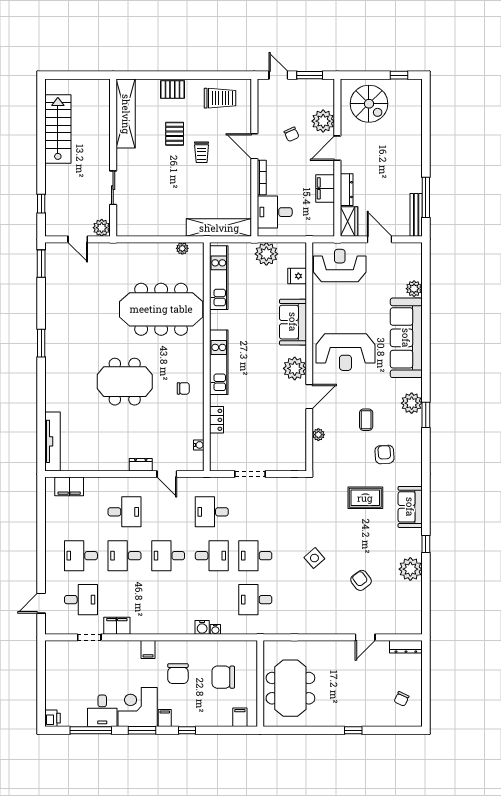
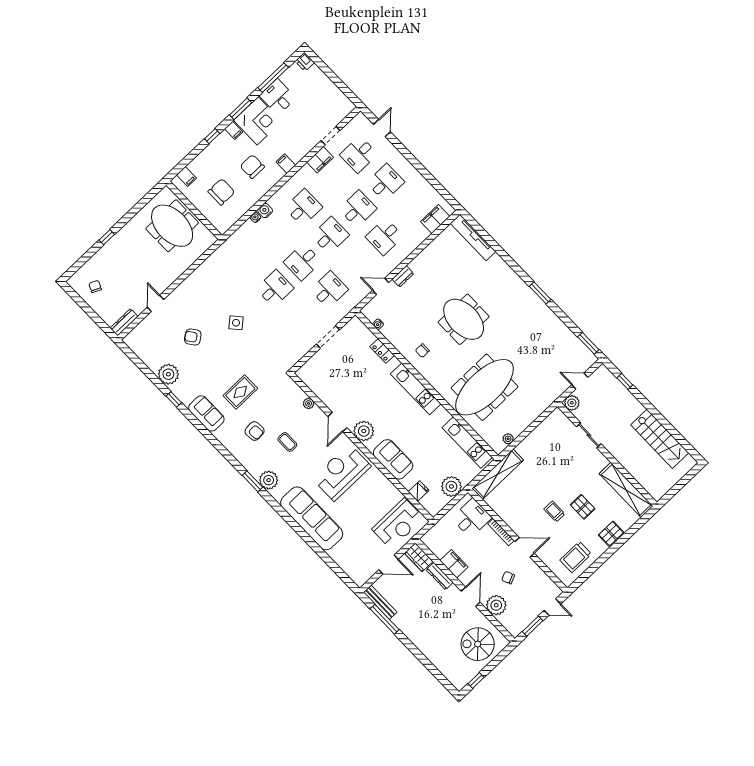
plant: (414, 289) -> (337, 554), removed
meeting table: (125, 382) -> (464, 319), turned 90
armchair: (361, 580) -> (193, 337), turned 180
desk: (255, 600) -> (303, 207), moved

